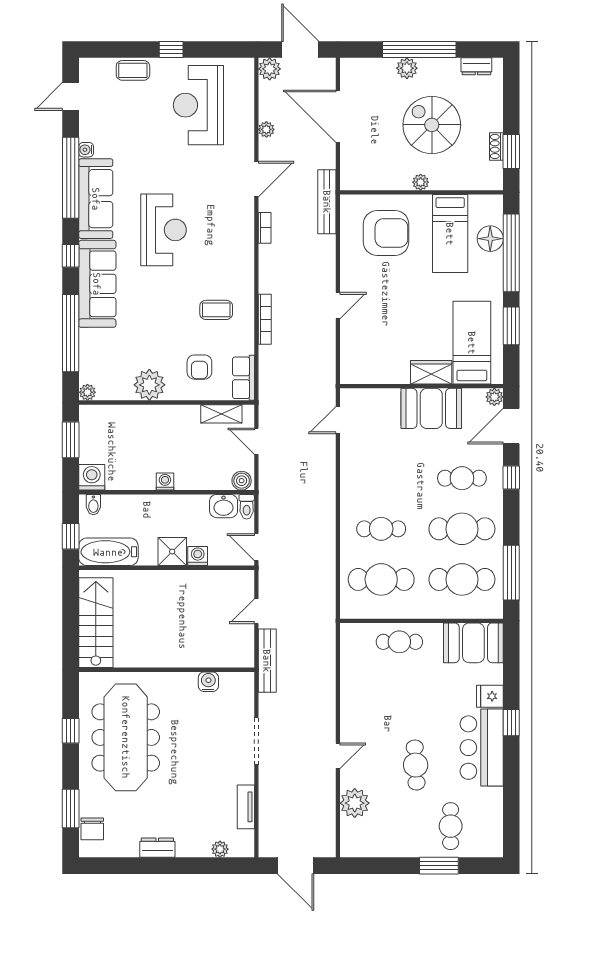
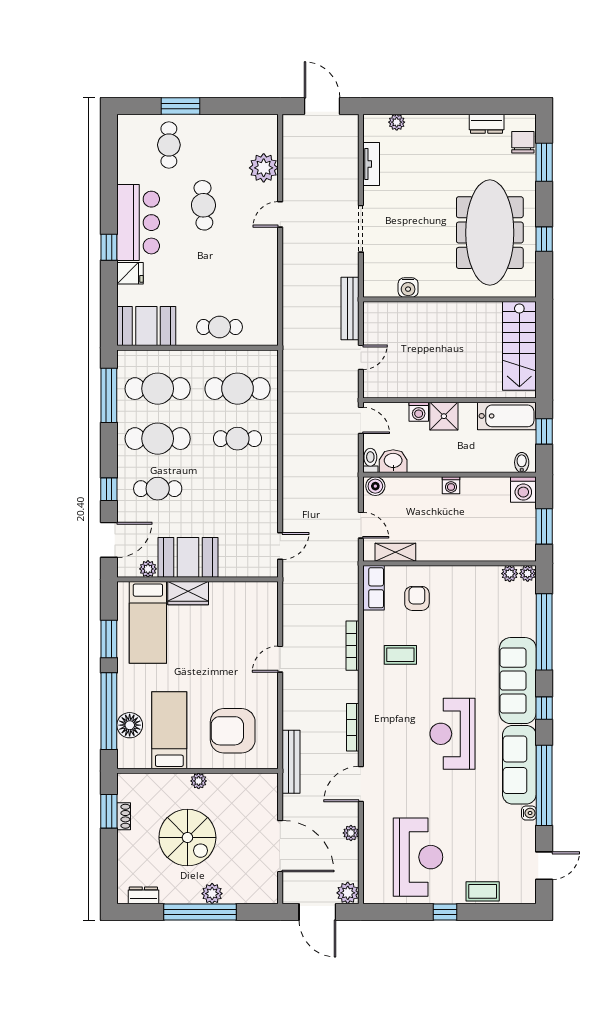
bookcase: (265, 228) -> (353, 727), width x1.56
plant: (149, 385) -> (510, 574), moved, width x0.53, depth x0.53
plant: (494, 397) -> (148, 569), moved
dresser: (157, 848) -> (487, 124), moved

